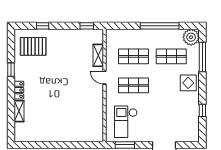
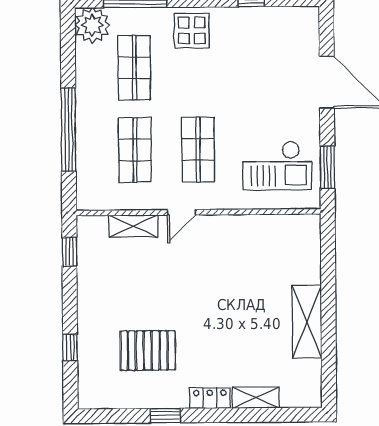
window: (160, 26) -> (69, 130), moved
pallet: (33, 46) -> (148, 351), moved, turned 90
shelving: (54, 135) -> (307, 322), added

